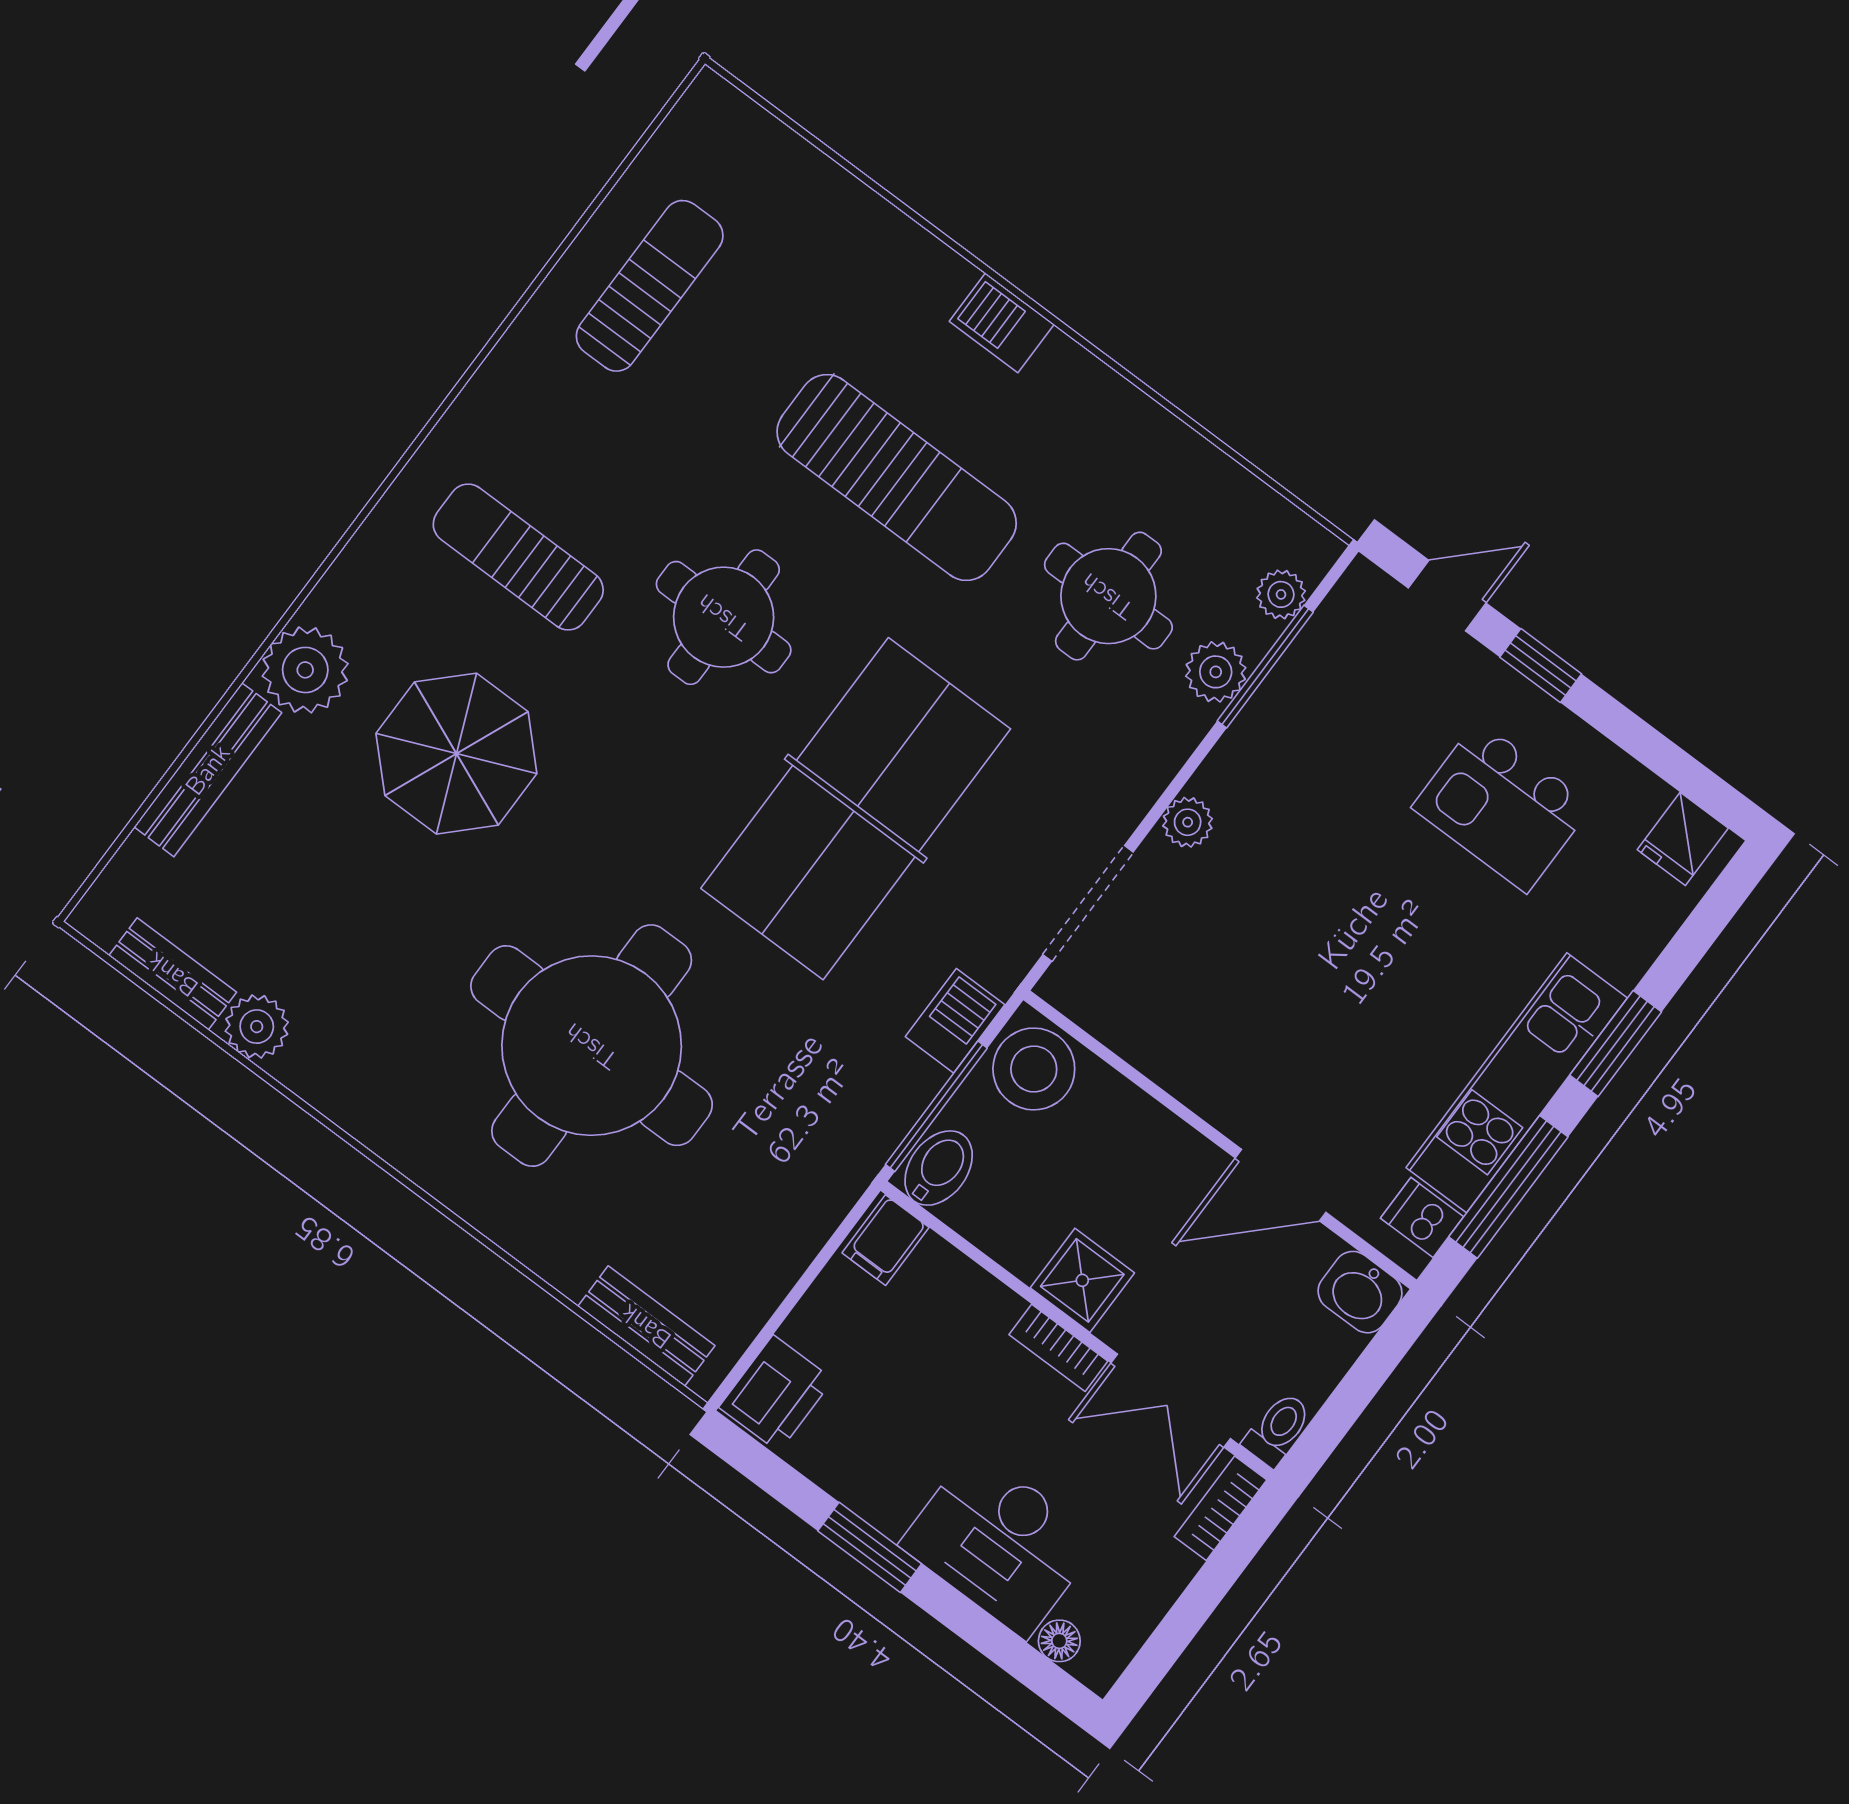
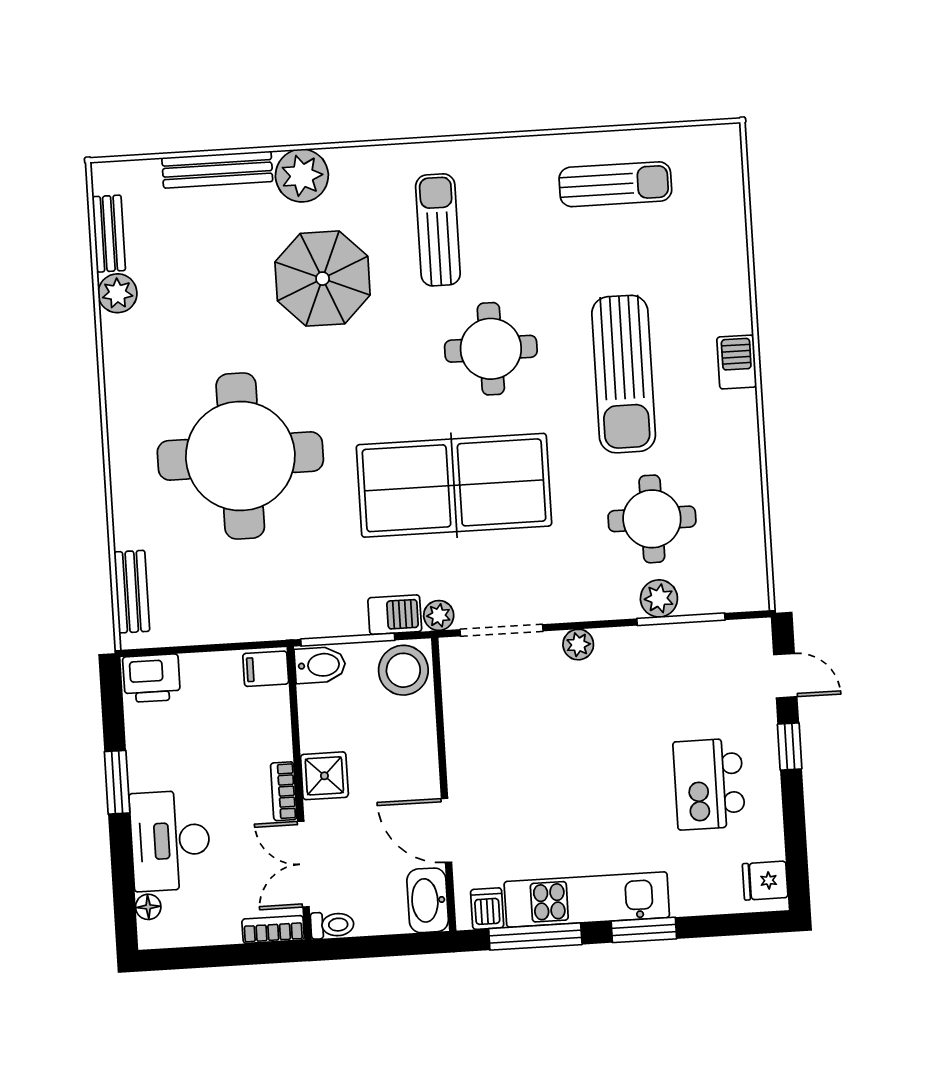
plant: (1281, 594) -> (439, 615), moved
washbasin: (1360, 1292) -> (428, 900), width x1.38

